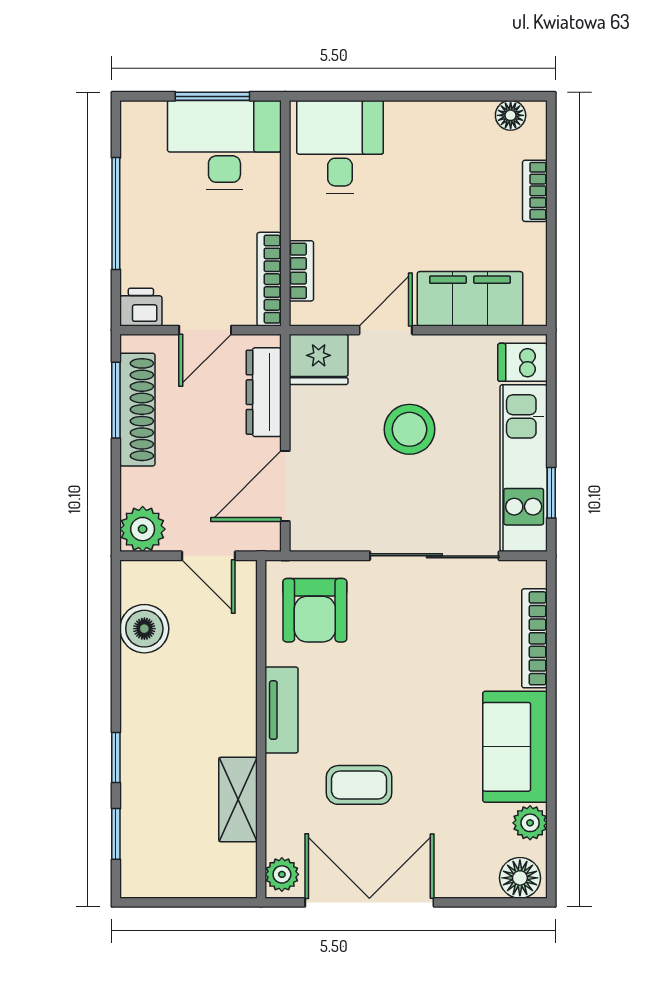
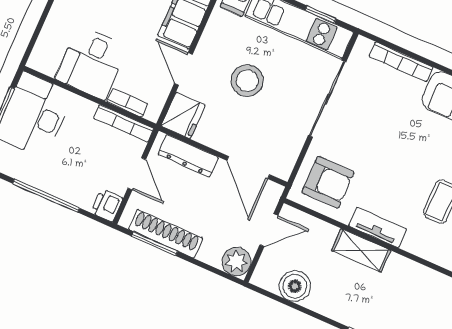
desk: (340, 147) -> (92, 63), moved, turned -90
shelving: (238, 800) -> (361, 250), moved

